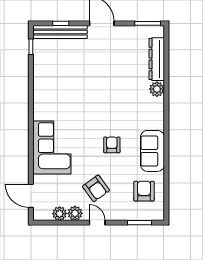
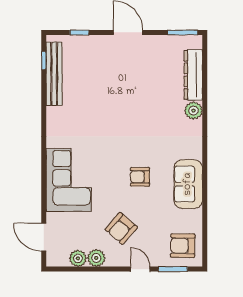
bench: (60, 32) -> (54, 74), moved, turned 90
armchair: (112, 145) -> (140, 177), turned -90
armchair: (96, 188) -> (121, 228), turned 77
armchair: (144, 191) -> (183, 246), moved, turned -89
door: (97, 223) -> (140, 269), moved

